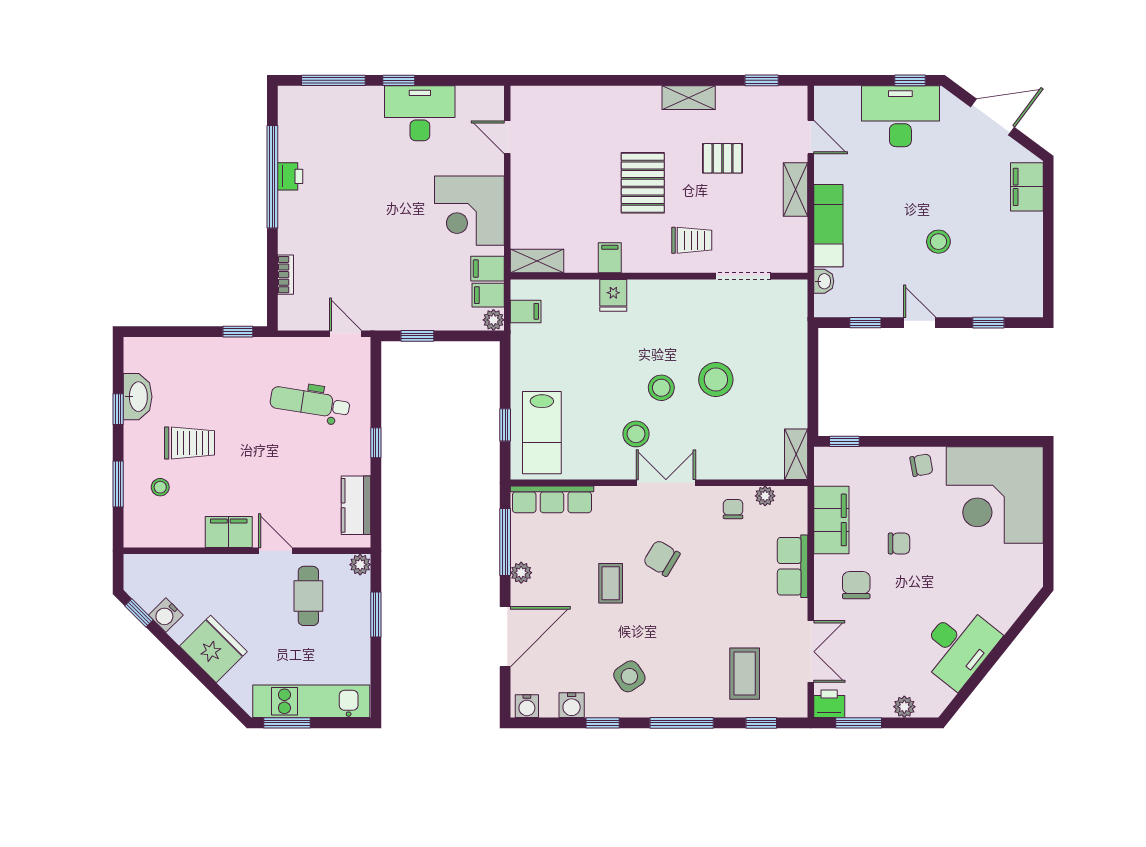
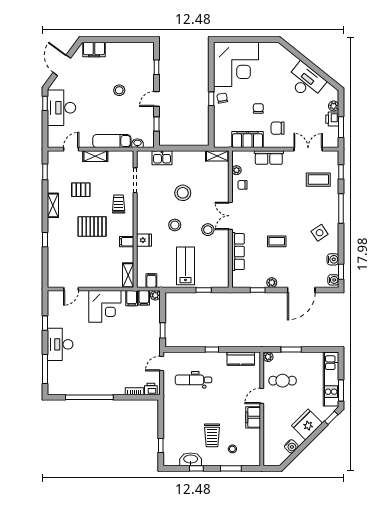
window: (399, 80) -> (45, 323), moved
window: (614, 80) -> (45, 240), added
desk: (420, 113) -> (60, 344), moved
pallet: (722, 158) -> (81, 190), turned 90
printer: (290, 176) -> (151, 389), moved
window: (238, 332) -> (161, 445), moved
kitchen sink: (792, 335) -> (162, 158), added
stool: (661, 388) -> (175, 225), moved
dental chair: (310, 403) -> (193, 380), turned 81
lab bench: (542, 433) -> (185, 266), moved, turned -90
window: (844, 441) -> (211, 99), moved
trolley: (190, 443) -> (212, 435), turned 180
row of seats: (552, 499) -> (238, 252), moved
window: (505, 542) -> (258, 290), width x0.46
chair: (662, 558) -> (265, 218), removed
window: (139, 613) -> (331, 418), moved
door: (505, 637) -> (301, 290), swing flipped
printer: (829, 704) -> (332, 119), moved
window: (603, 723) -> (341, 272), moved

